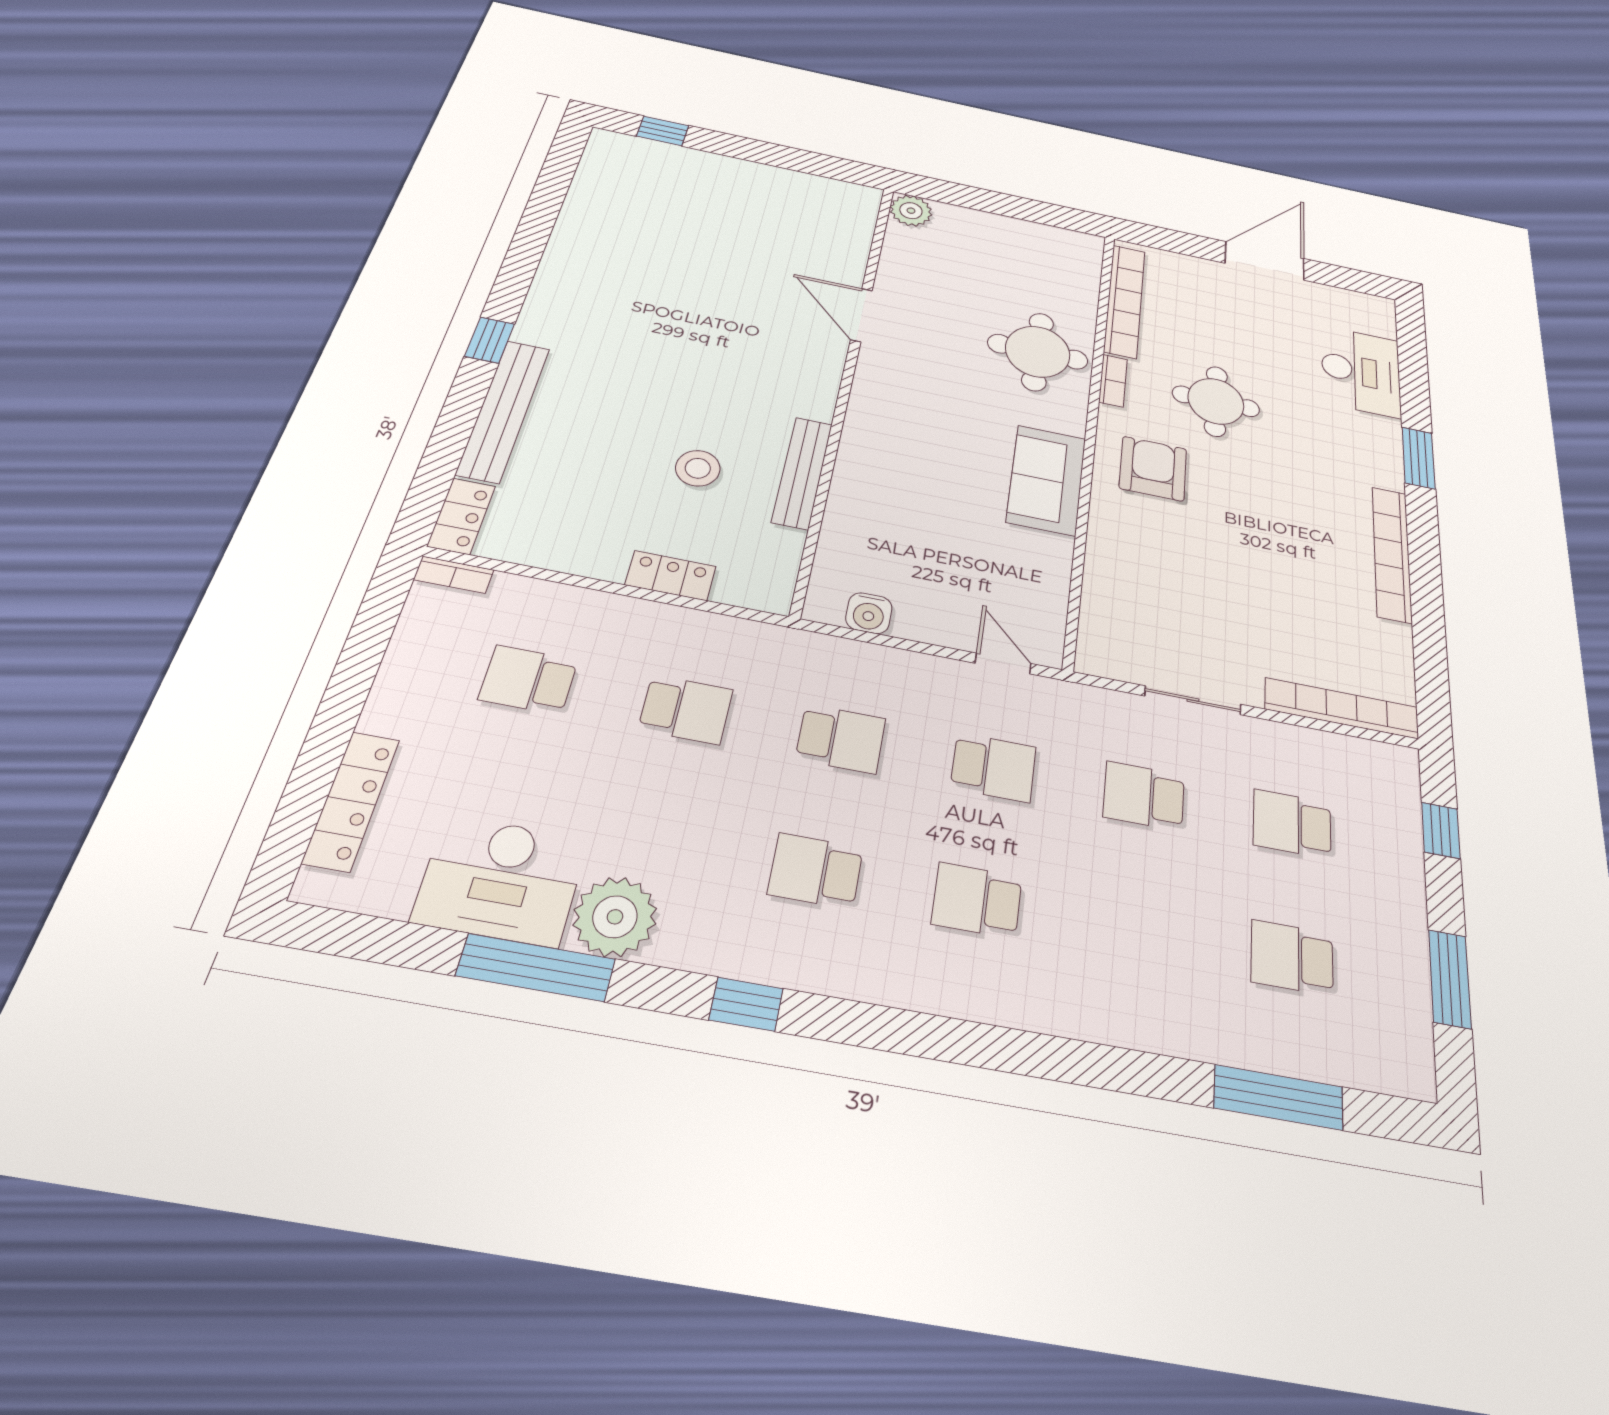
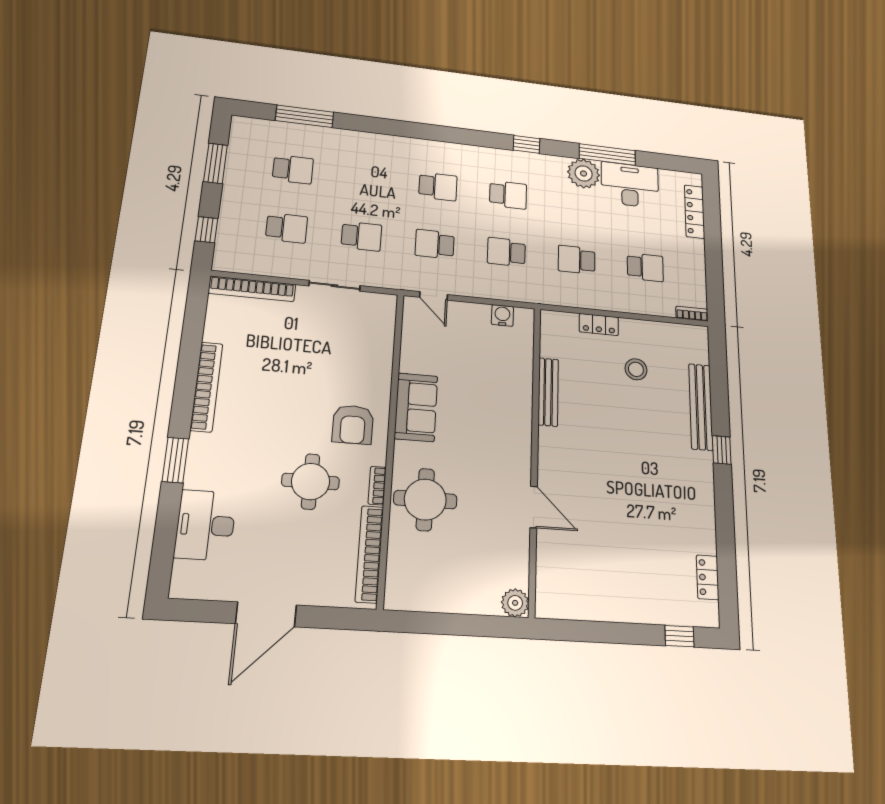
stool: (698, 468) -> (636, 369), moved
locker: (461, 516) -> (708, 577), moved

